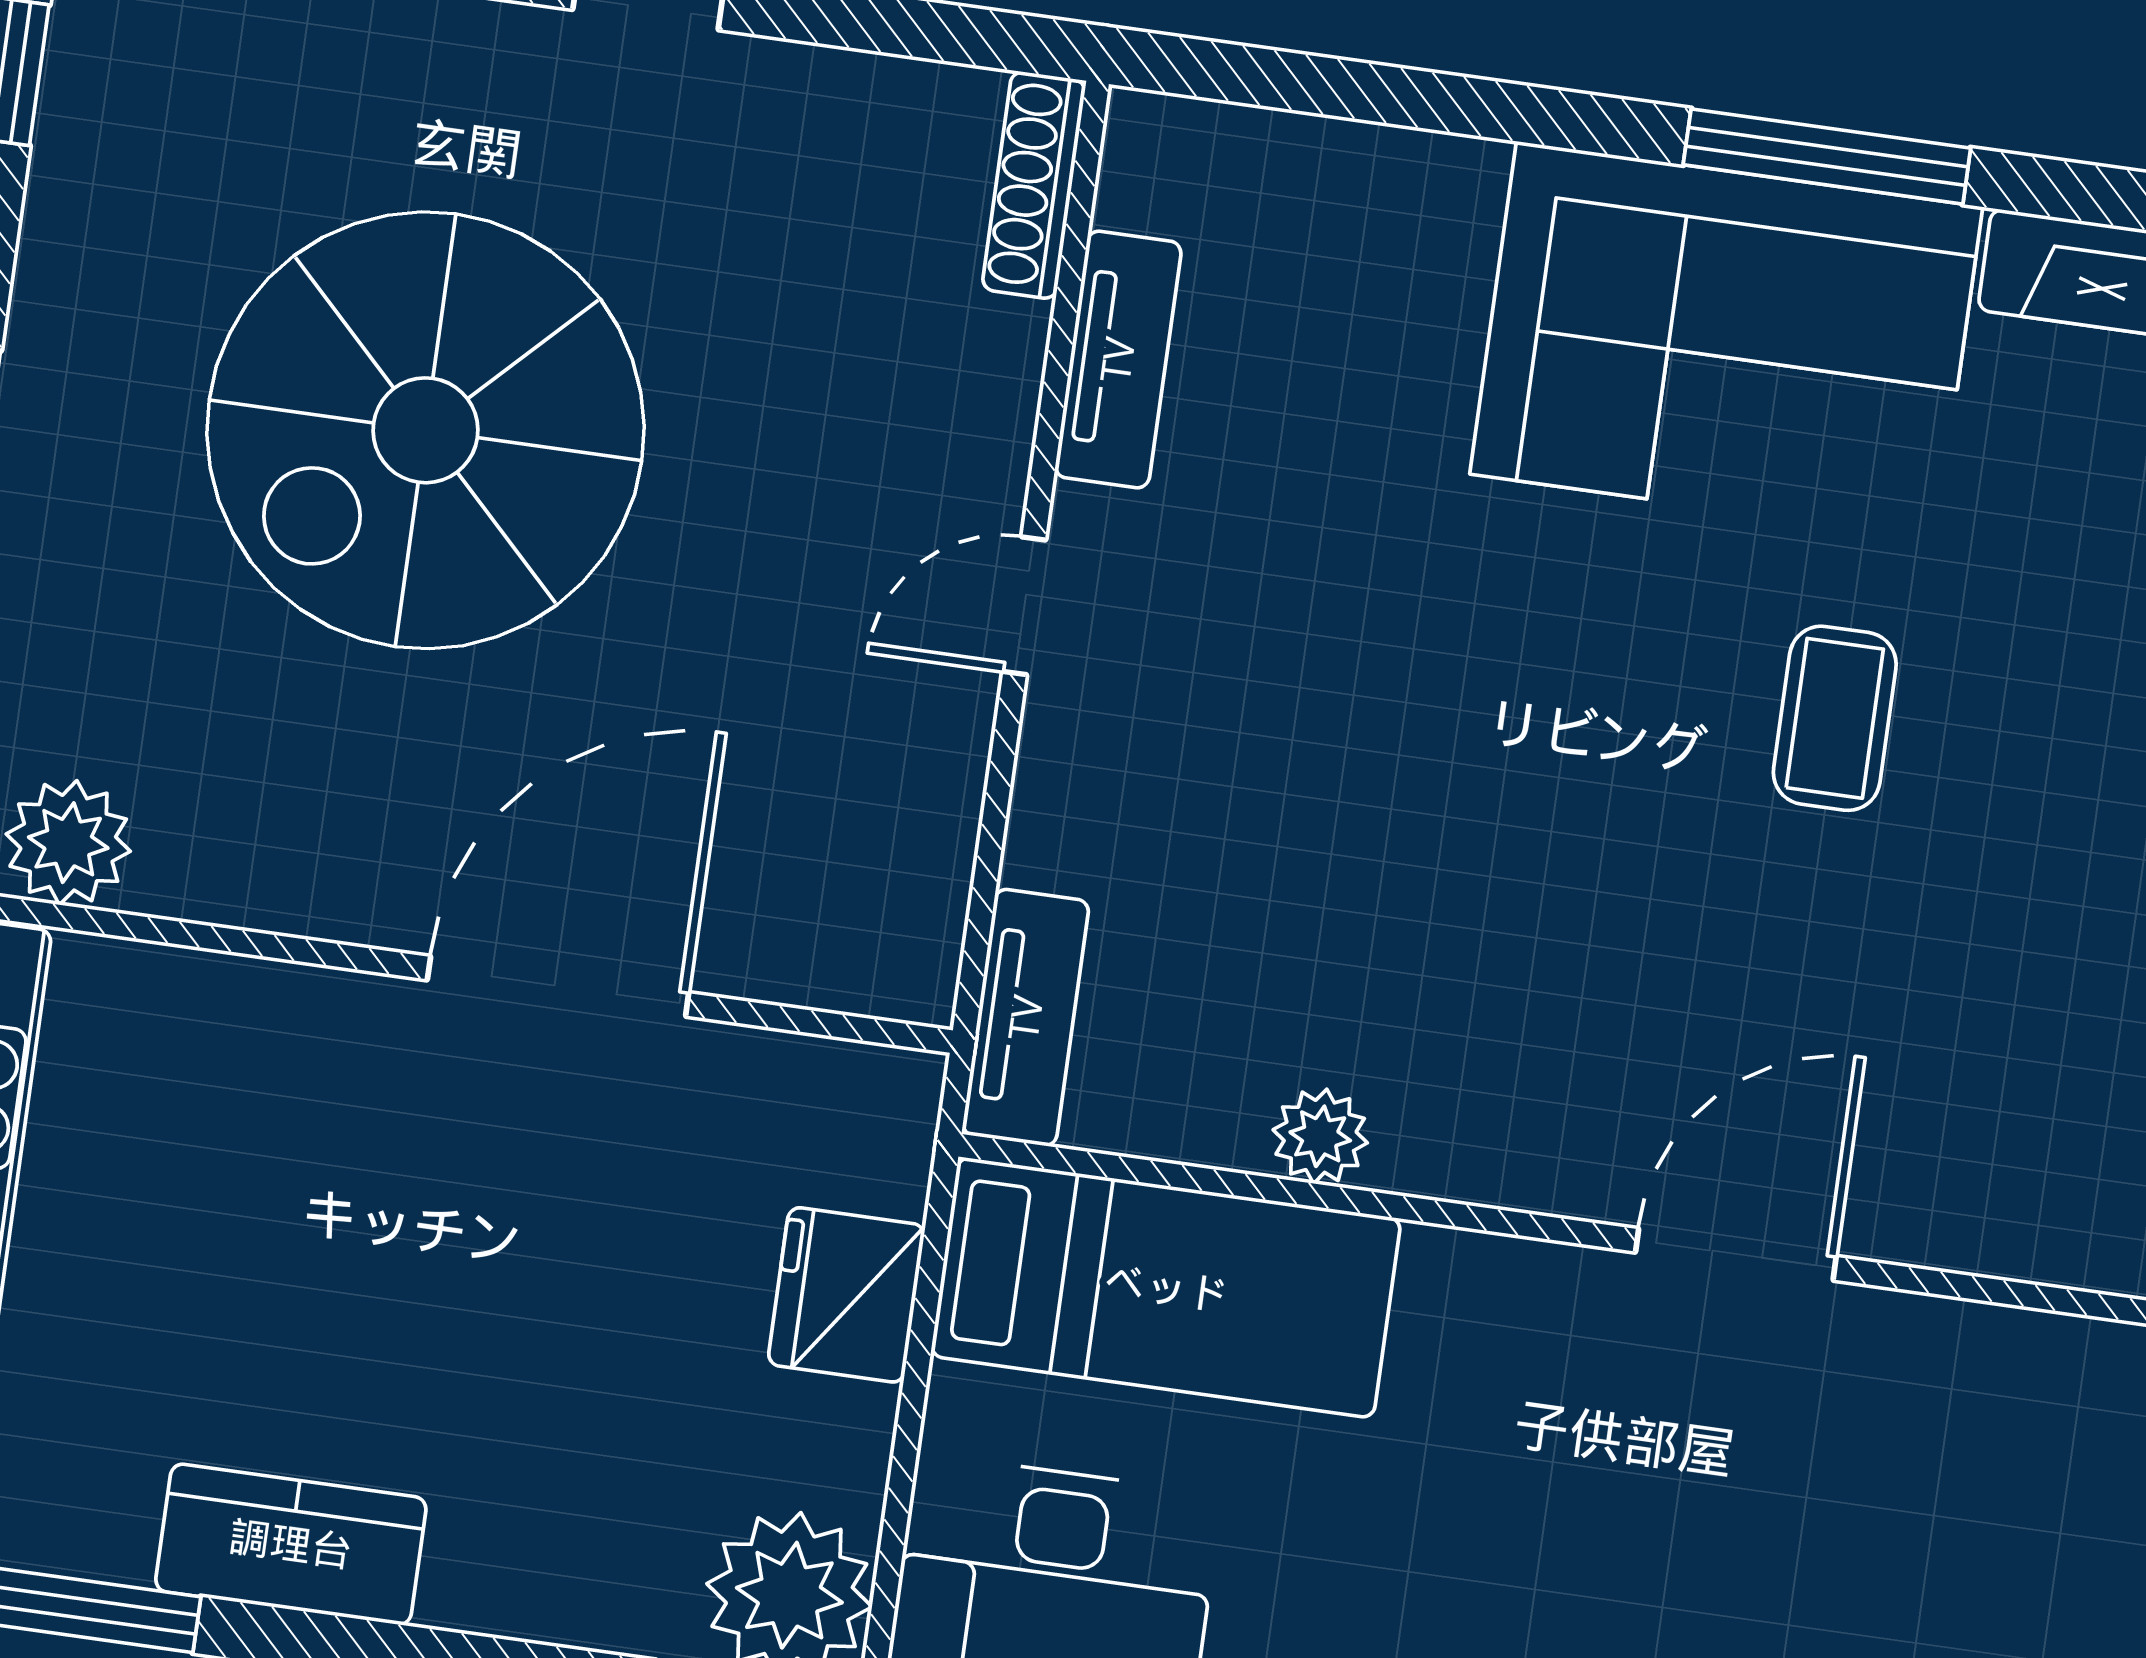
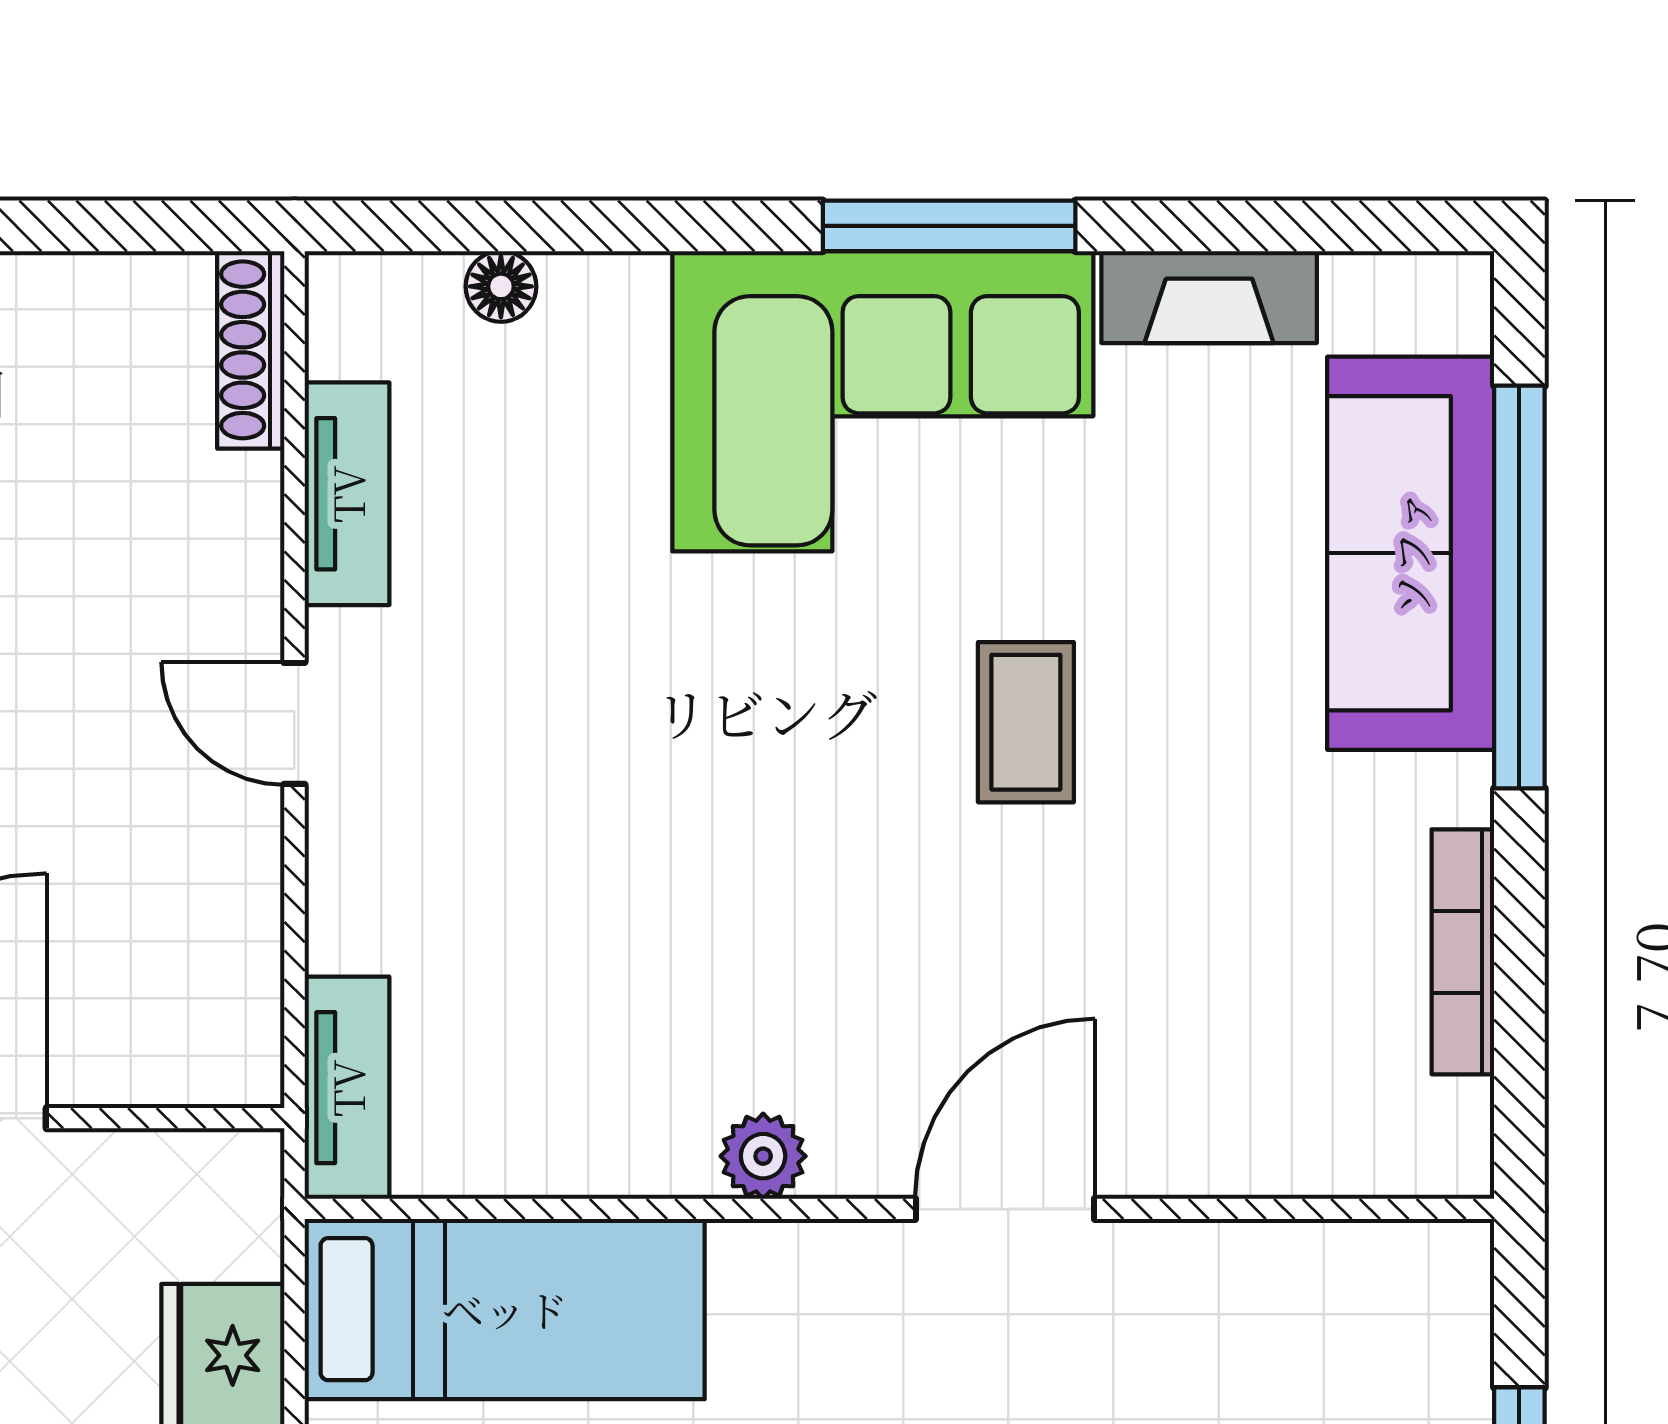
floor lamp: (1321, 154) -> (501, 286), added
door: (1024, 606) -> (294, 723), hinge flipped
plant: (1320, 1136) -> (763, 1156), moved

